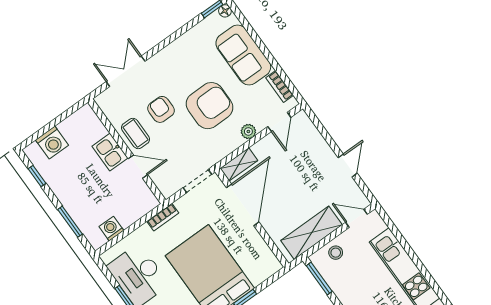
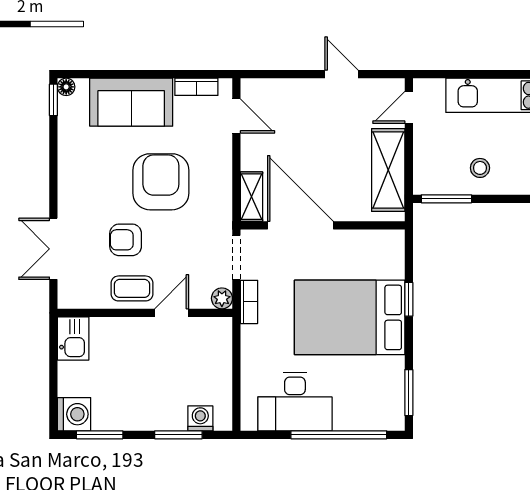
plant: (248, 131) -> (222, 298), moved
washing machine: (52, 143) -> (74, 414), moved
kitchen sink: (110, 152) -> (73, 338), moved, turned -90
window: (37, 176) -> (100, 435), width x1.50
bookcase: (163, 217) -> (249, 302), moved
washing machine: (111, 229) -> (200, 418), moved, turned 90
stool: (336, 253) -> (480, 168), moved

